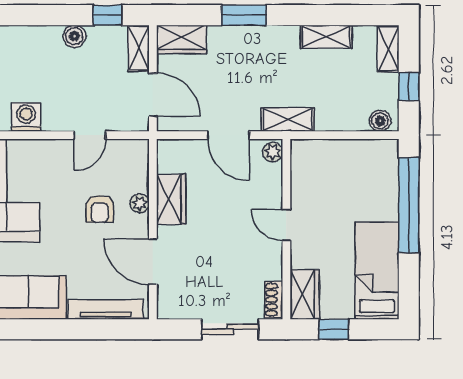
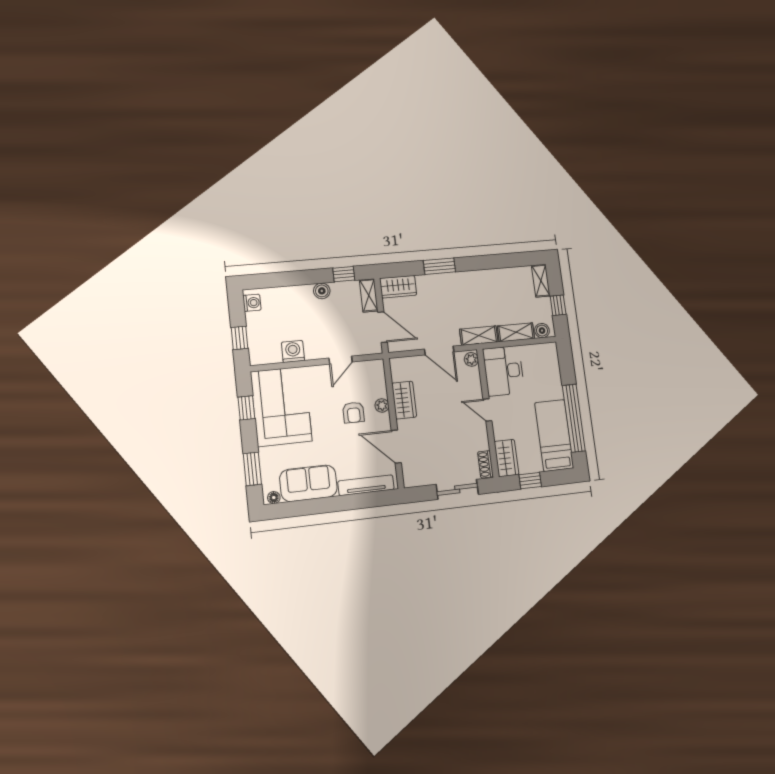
shelving: (326, 37) -> (516, 332), moved
desk: (317, 173) -> (504, 371), added
window: (409, 205) -> (574, 418), moved

